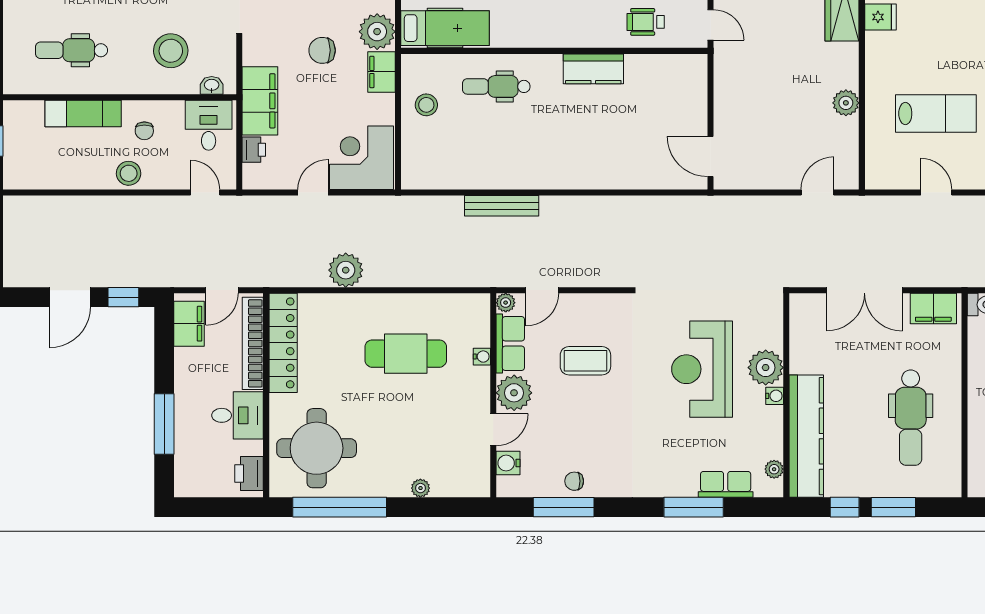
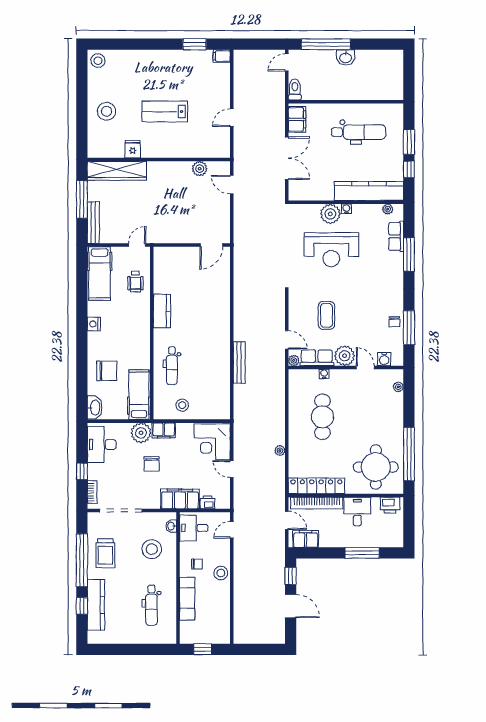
plant: (846, 103) -> (200, 169), moved
lab bench: (936, 113) -> (165, 112), moved, turned -90
plant: (346, 270) -> (280, 451), width x0.53, depth x0.53
plant: (420, 488) -> (398, 387), moved

